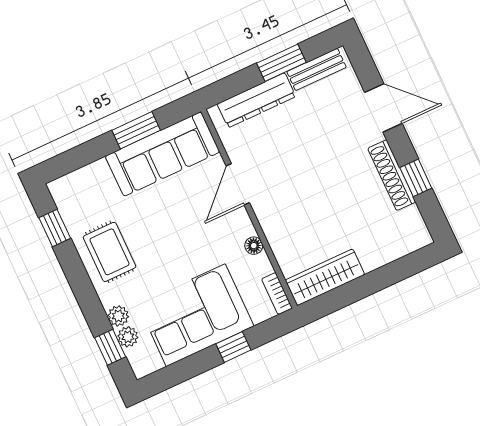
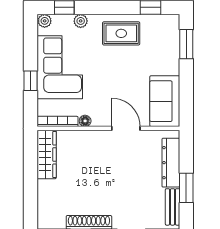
window: (136, 130) -> (186, 44), moved
sofa: (162, 154) -> (165, 101), width x0.73
bookcase: (277, 294) -> (58, 121), width x1.56
plant: (128, 337) -> (45, 21), moved

